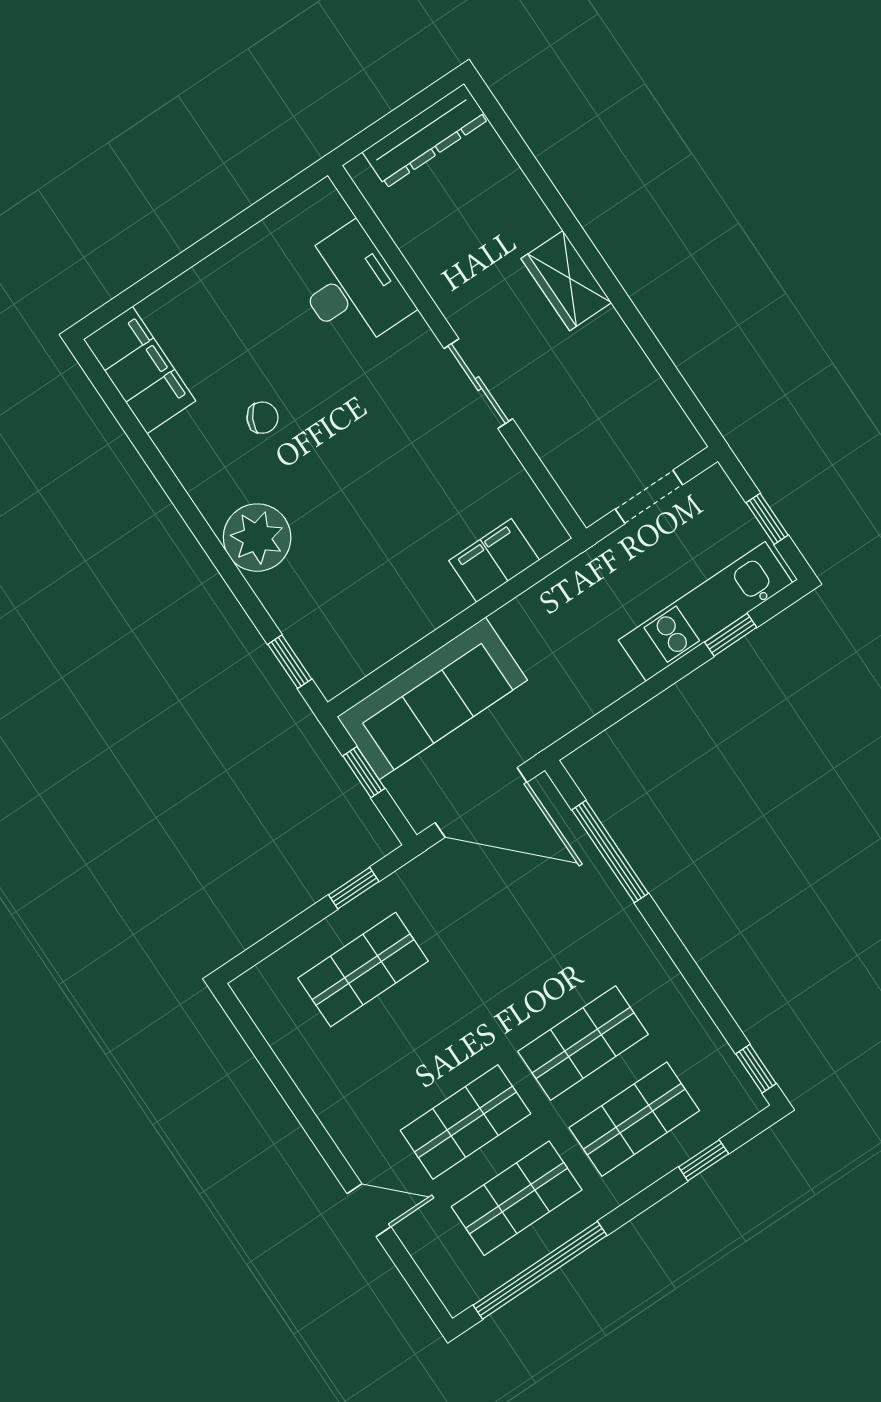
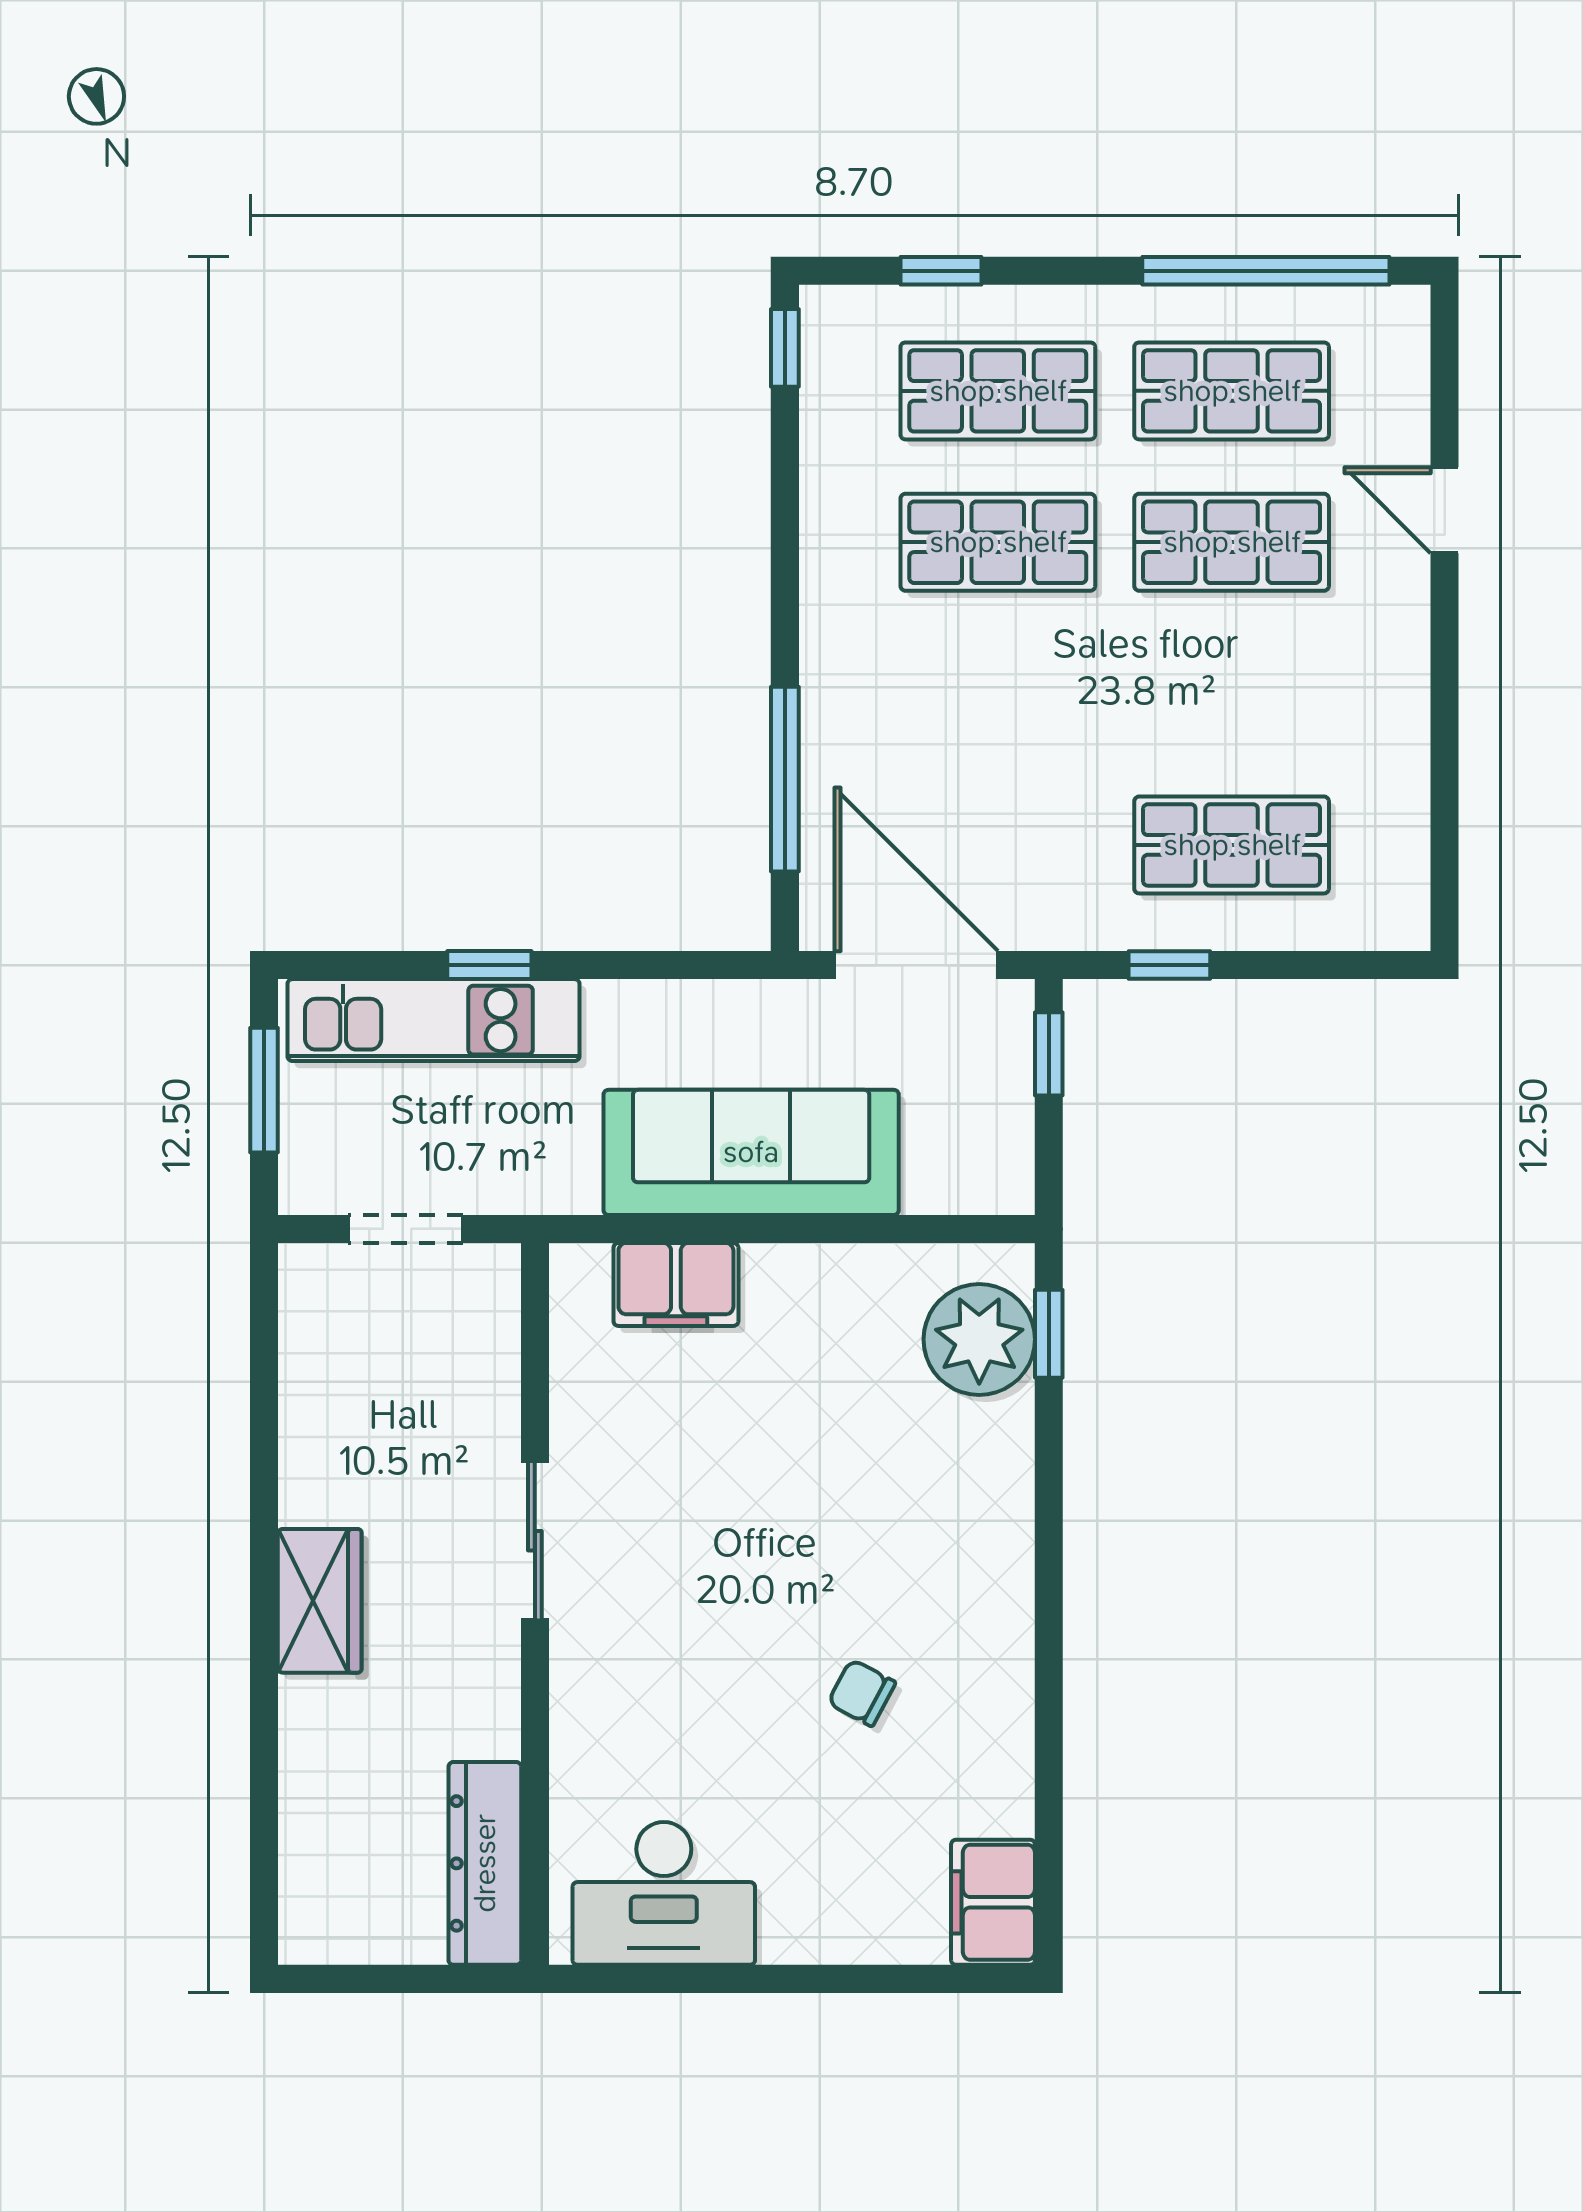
dresser: (425, 136) -> (485, 1863), moved, turned -90
desk: (351, 288) -> (664, 1893), moved, turned -90
filing cabinet: (140, 370) -> (993, 1902), width x0.67, depth x0.86
window: (767, 519) -> (264, 1090), width x1.50
plant: (257, 538) -> (979, 1339), moved
window: (731, 635) -> (489, 965), moved
sofa: (432, 698) -> (751, 1152), moved
window: (364, 772) -> (1049, 1054), moved

